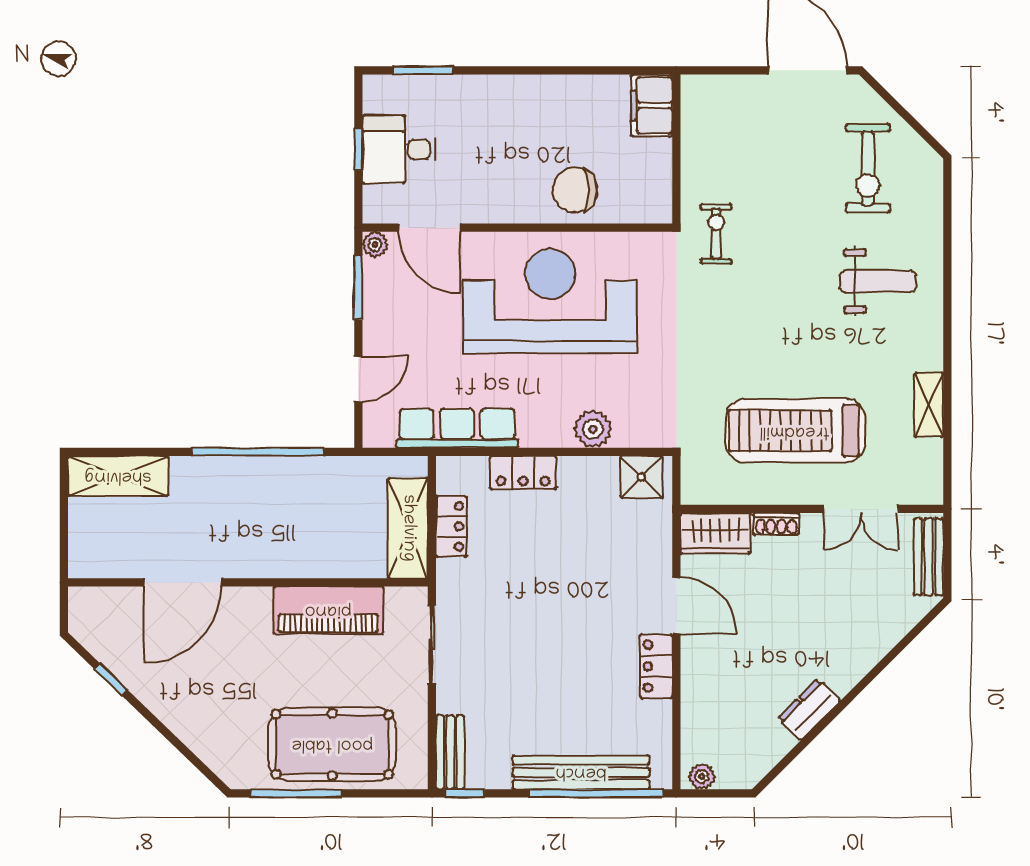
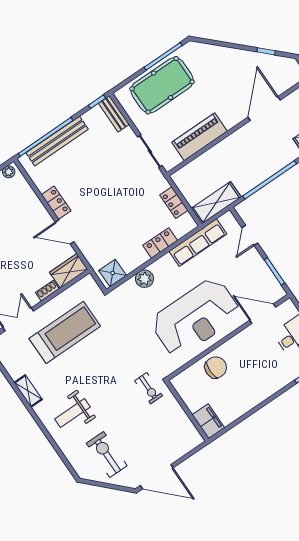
plant: (375, 244) -> (279, 293), removed
shelving: (929, 405) -> (28, 391), moved
shelving: (408, 528) -> (216, 203), moved, turned 90

